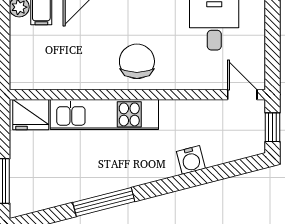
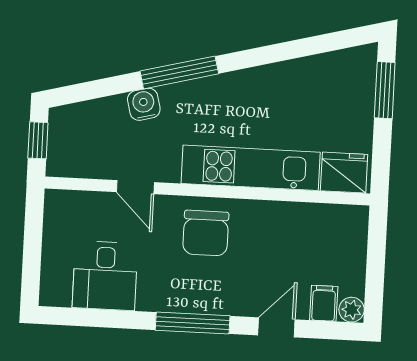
door: (242, 95) -> (135, 187), moved
window: (104, 202) -> (179, 72), moved

